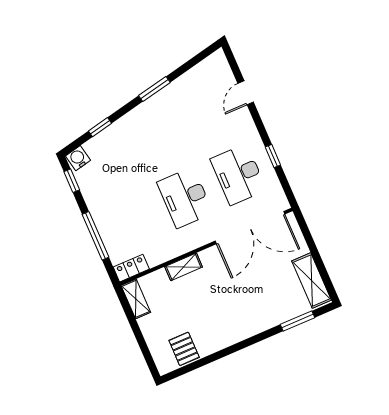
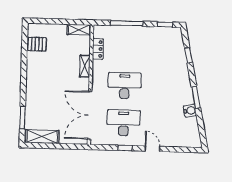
door: (246, 93) -> (152, 149), moved
water cooler: (78, 158) -> (190, 111), moved
locker: (131, 268) -> (98, 49), moved

